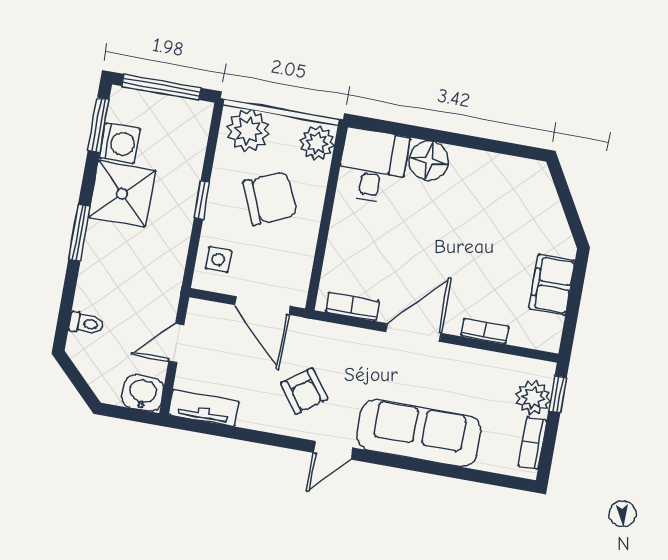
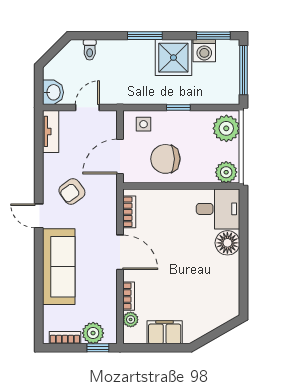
chair: (270, 198) -> (165, 159), moved, turned 113
plant: (522, 335) -> (131, 320), added
door: (176, 343) -> (87, 107), hinge flipped

